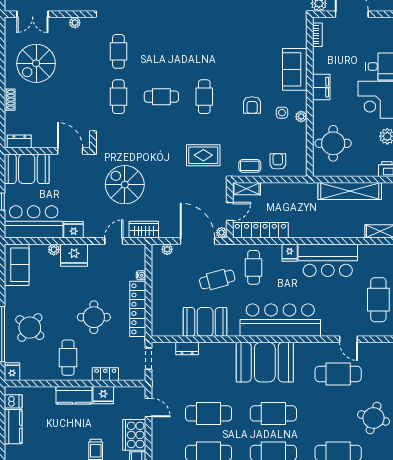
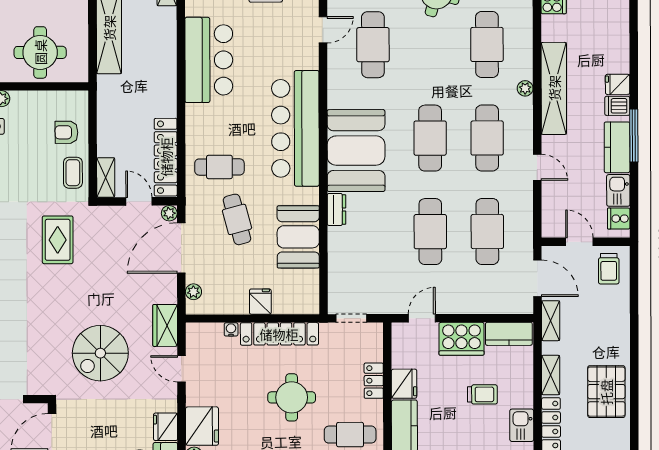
fridge: (290, 253) -> (260, 302), moved, turned -90
dresser: (187, 348) -> (336, 209), moved

